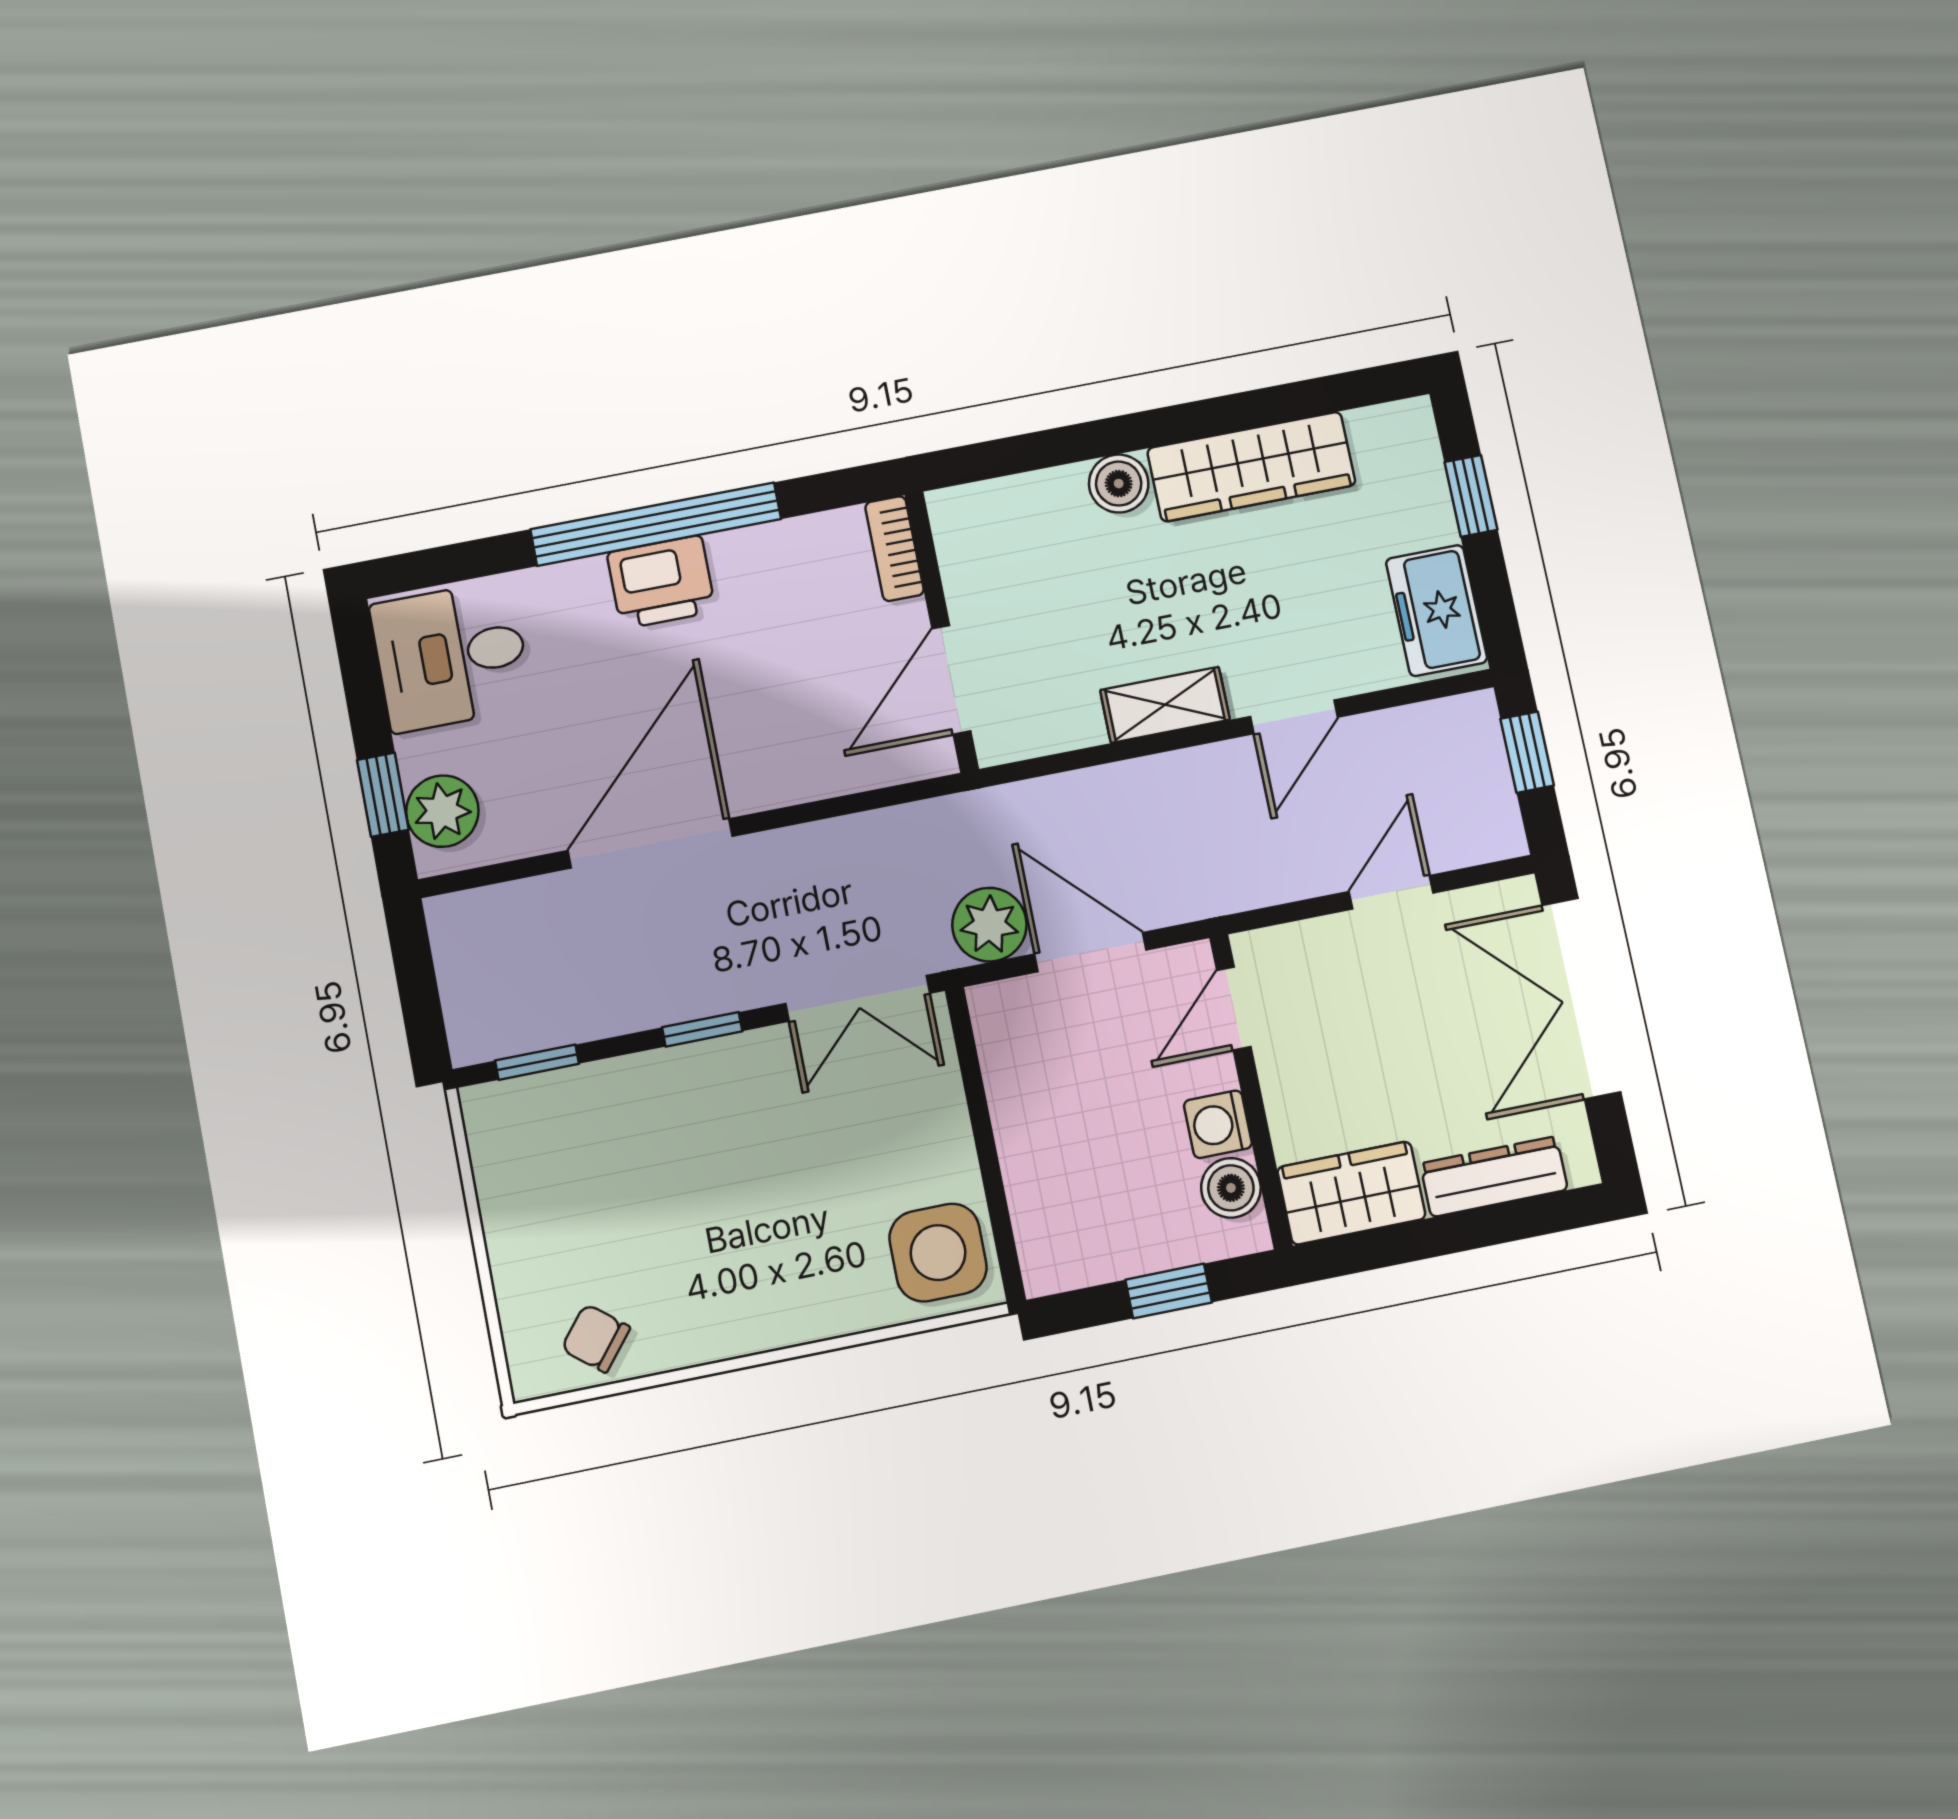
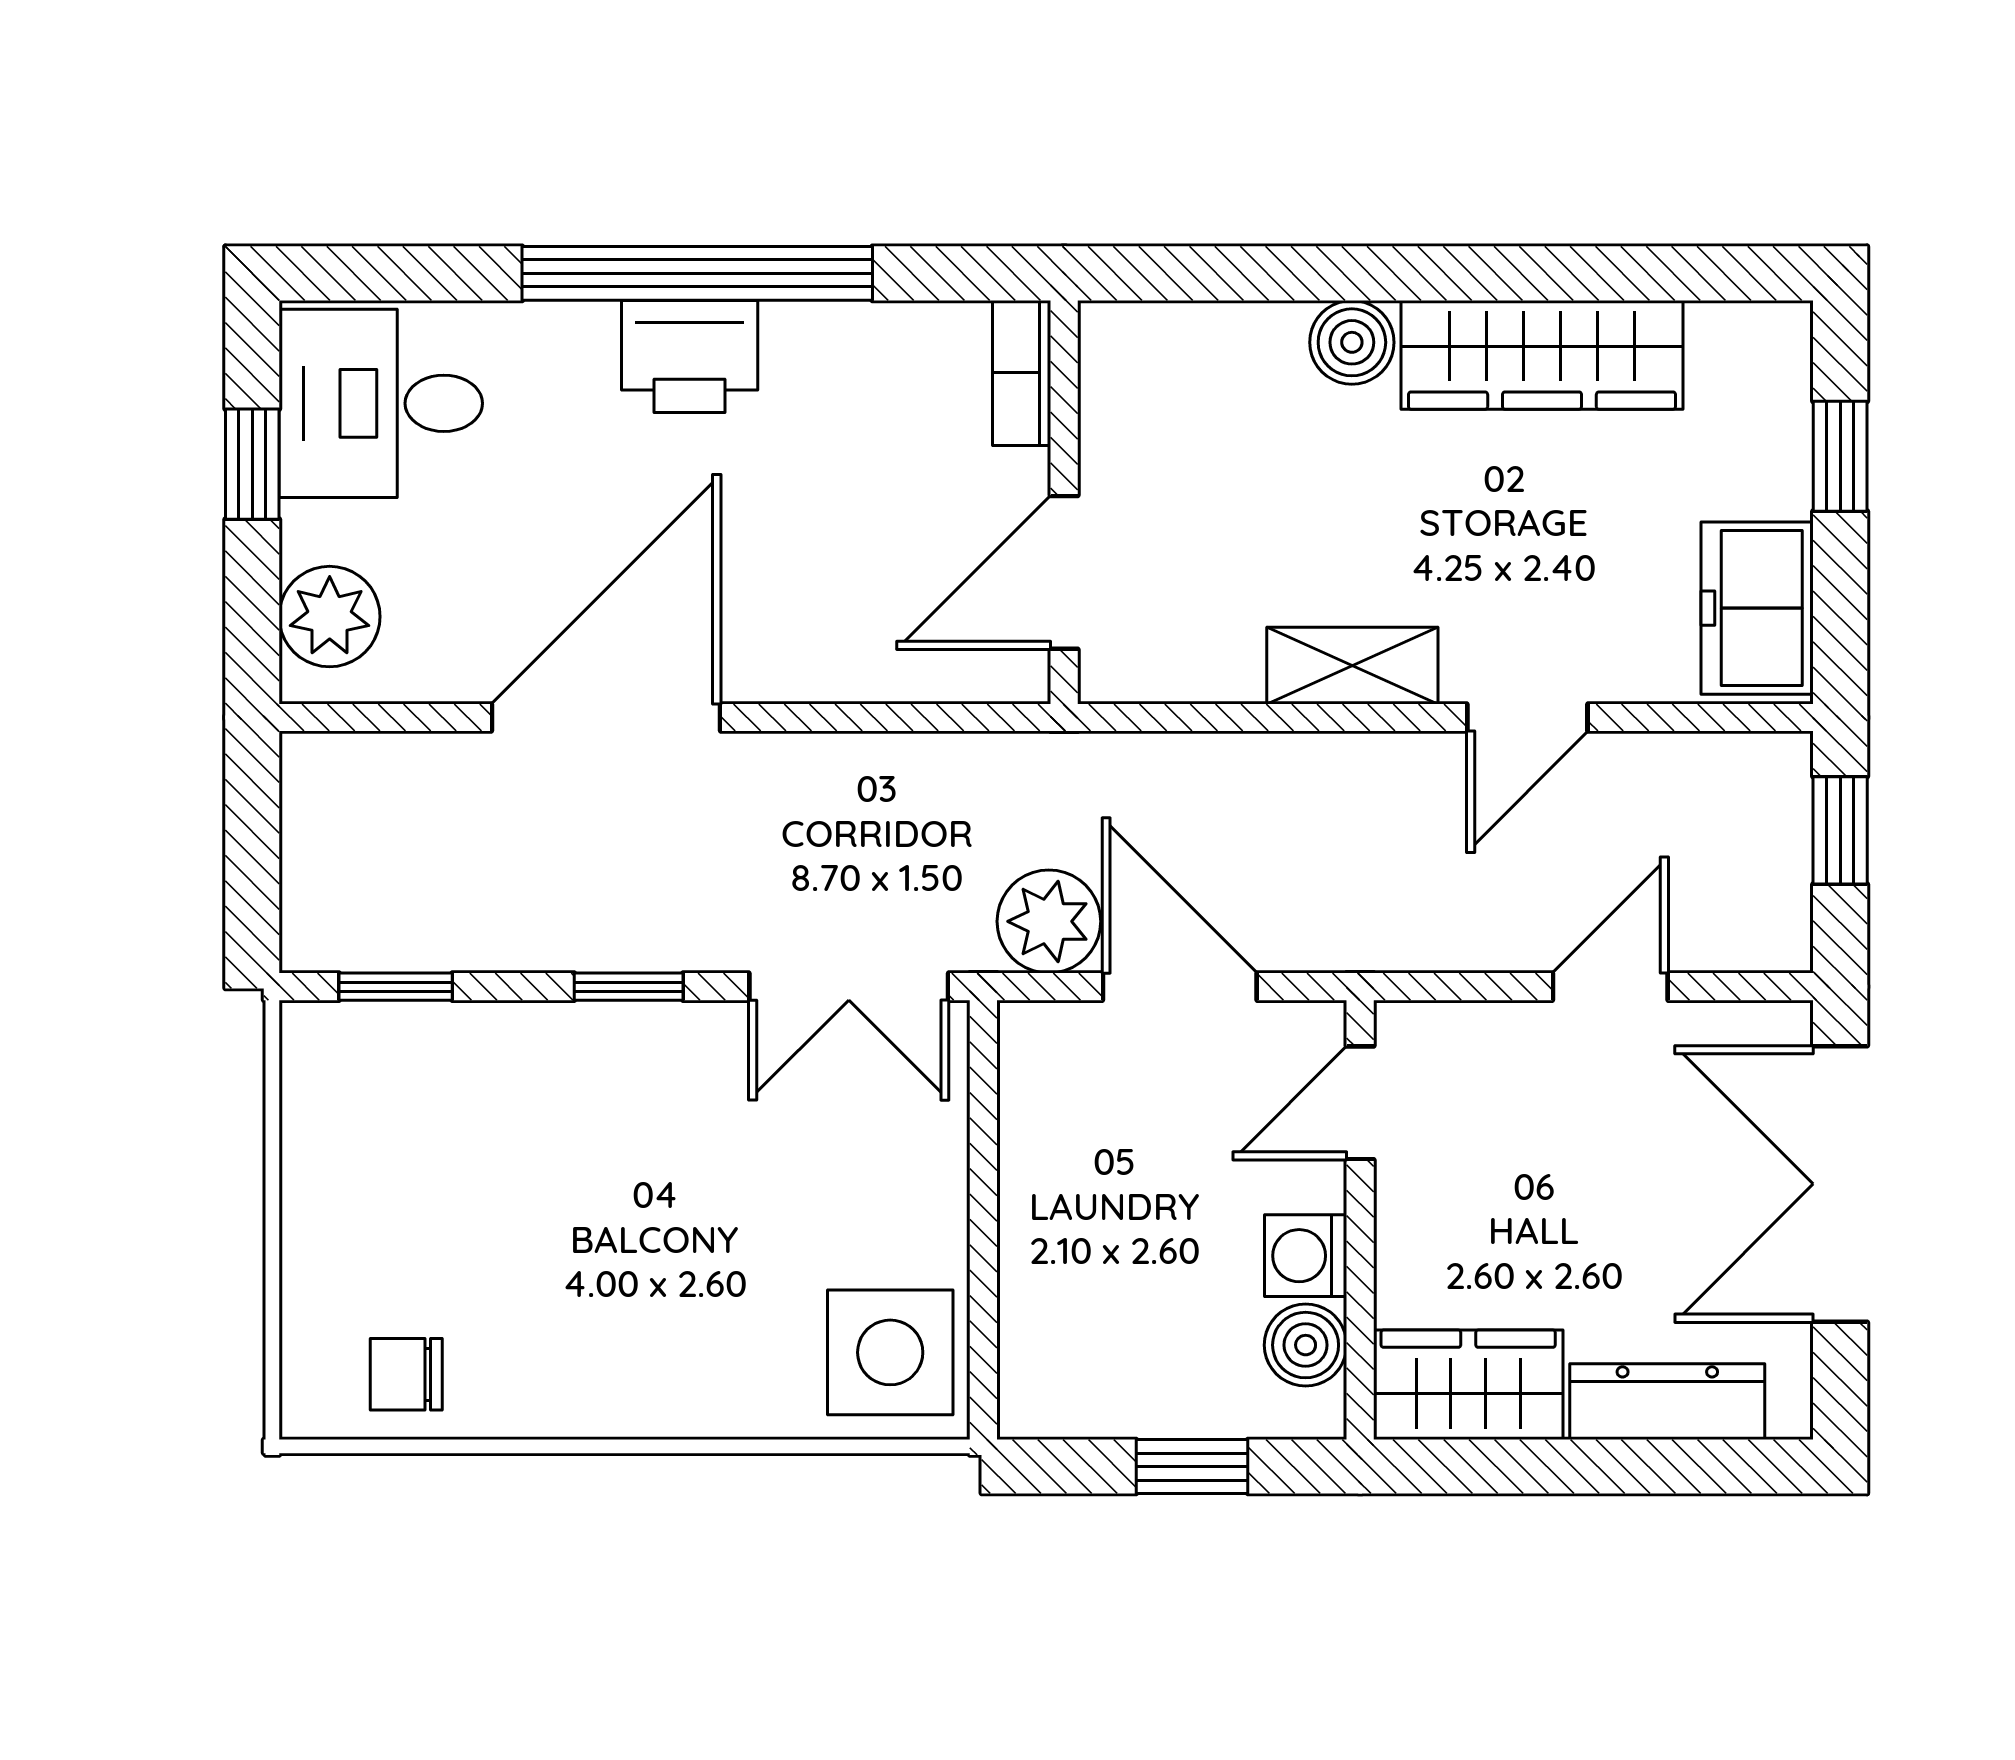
window: (383, 795) -> (252, 464), moved
chair: (596, 1338) -> (406, 1374), turned -39

